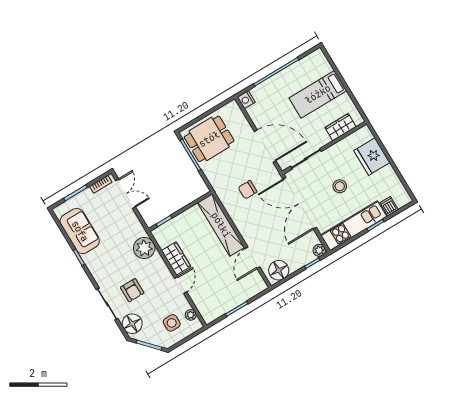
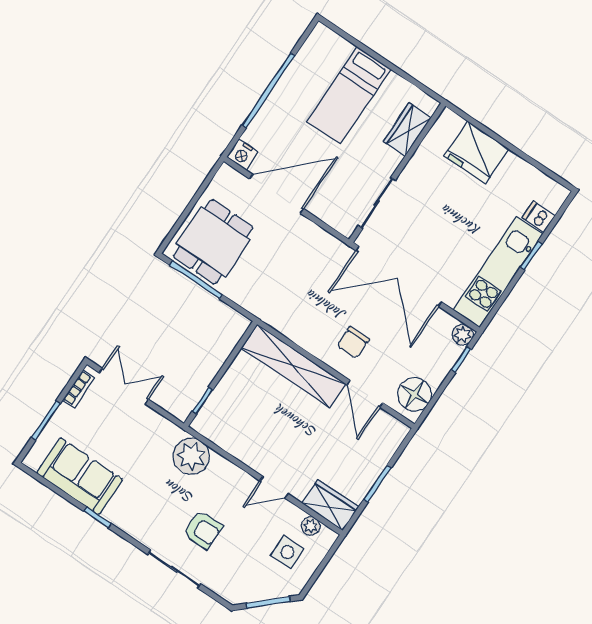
door: (265, 146) -> (277, 194), moved
stool: (340, 186) -> (448, 221), removed
chair: (248, 190) -> (353, 342), moved
wardrobe: (176, 258) -> (330, 505), moved
door: (181, 285) -> (274, 487), swing flipped
floor lamp: (132, 324) -> (227, 581), removed

